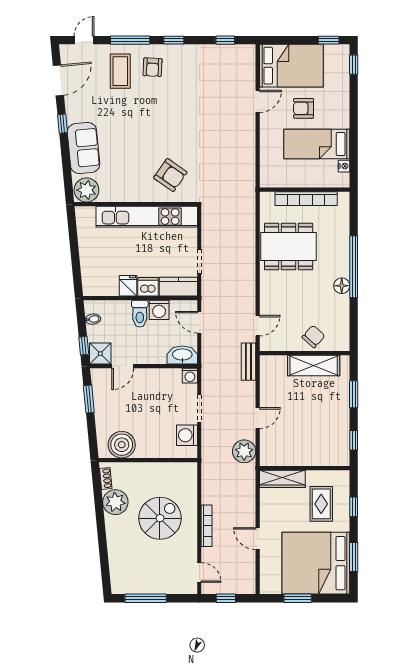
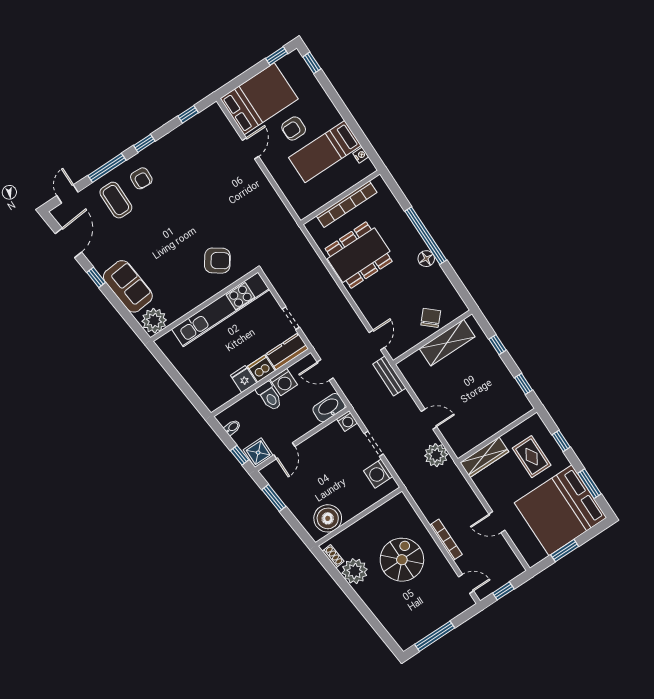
window: (354, 394) -> (498, 345), width x0.67
door: (258, 418) -> (429, 419), hinge flipped

